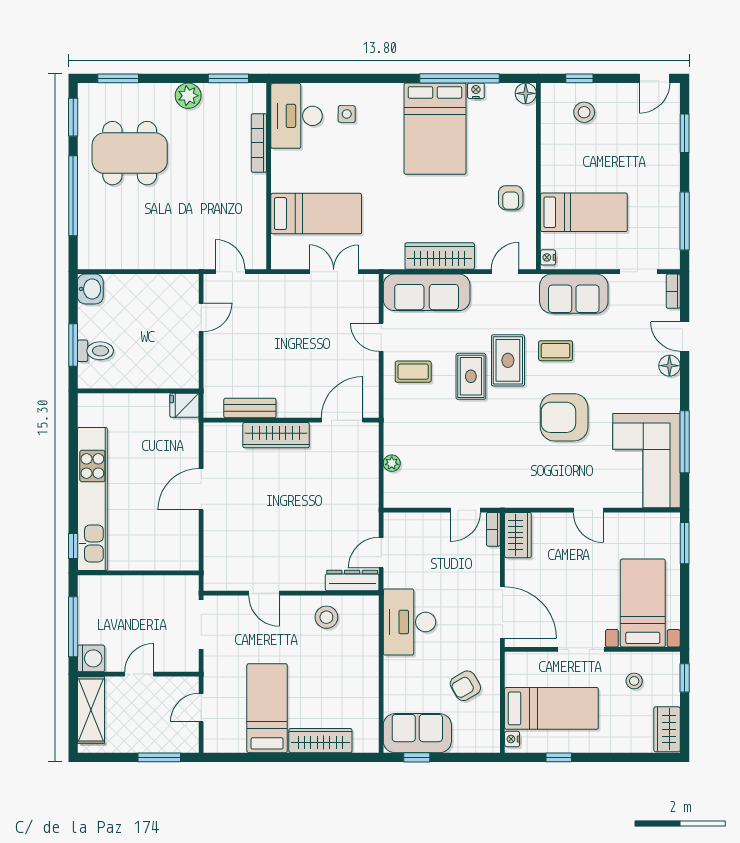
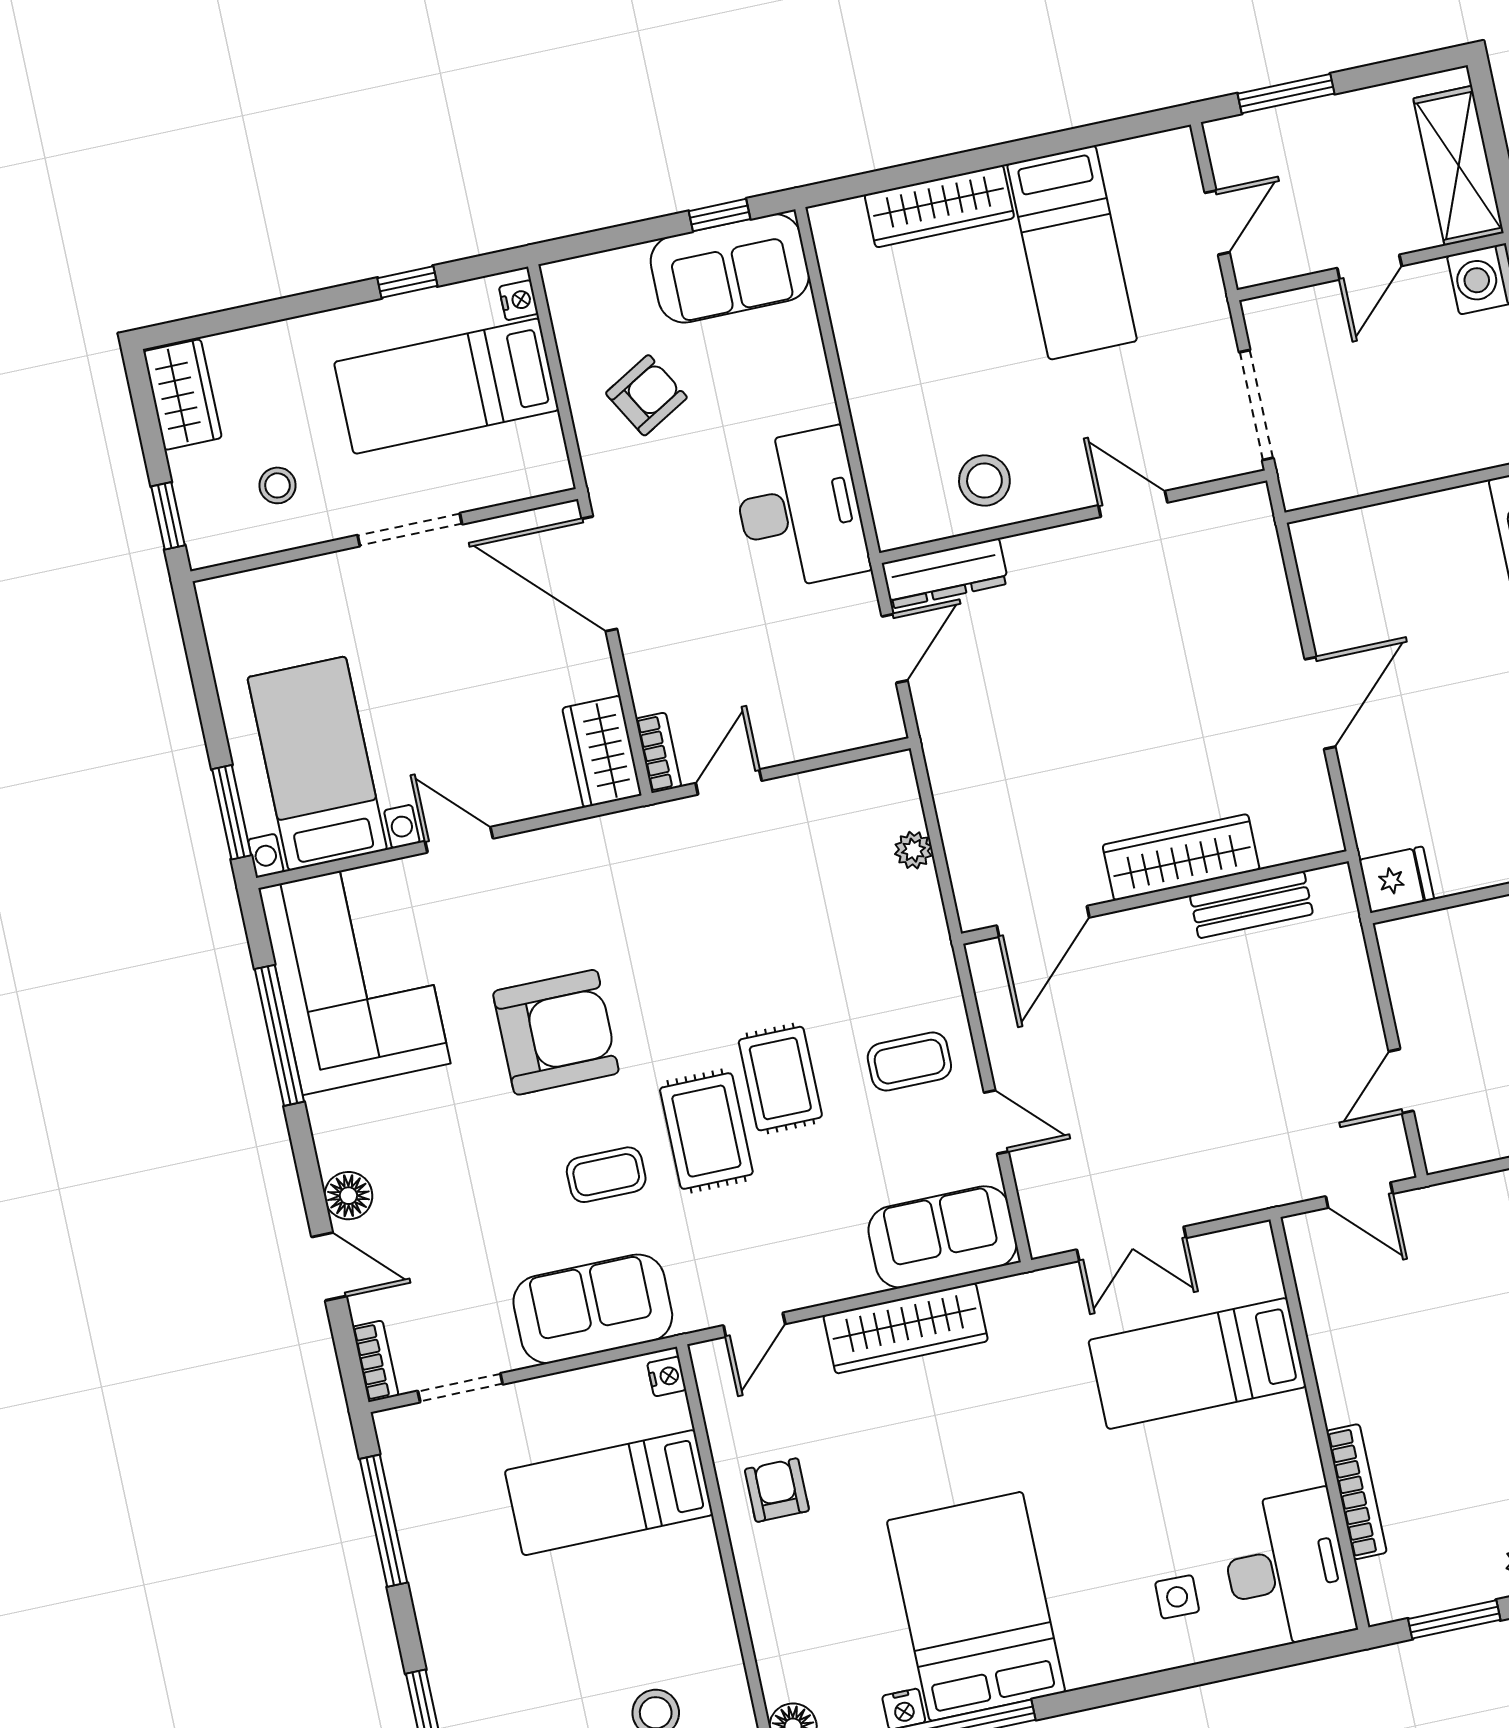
sofa: (427, 292) -> (942, 1237), width x0.73
bed with nightstands: (643, 603) -> (317, 764), moved, turned 180

